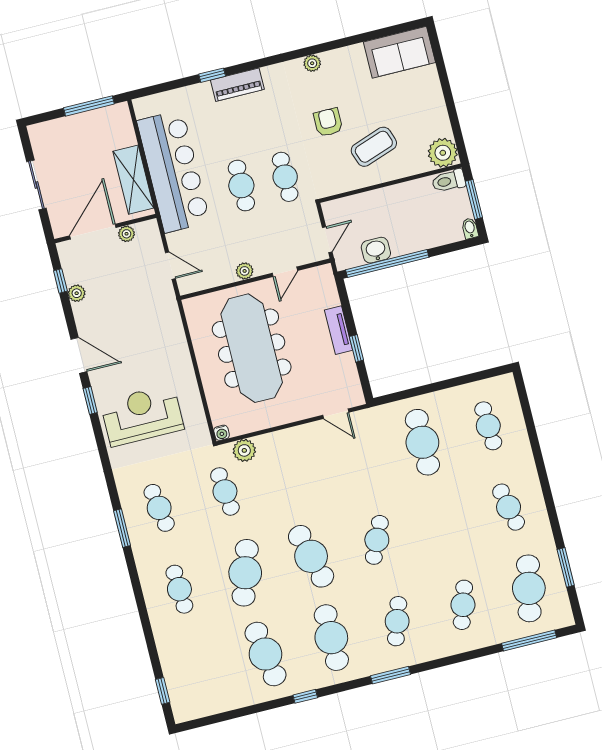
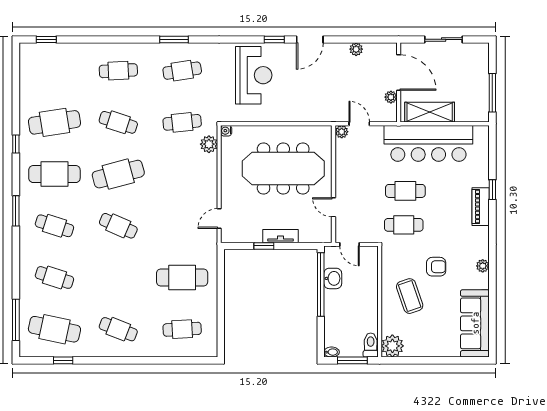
sofa: (399, 52) -> (475, 323), width x1.36
door: (170, 266) -> (359, 124), swing flipped
plant: (245, 271) -> (342, 132), moved
window: (60, 281) -> (368, 39), removed
cafe table: (509, 507) -> (118, 329), turned 33
window: (566, 567) -> (63, 360), width x0.67
cafe table: (245, 573) -> (118, 122), width x0.73, depth x0.74

